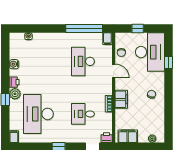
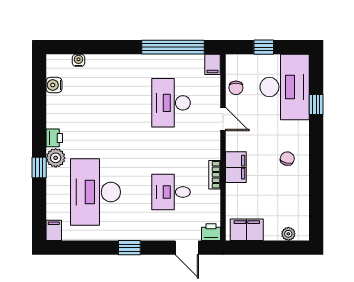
water cooler: (14, 64) -> (54, 85), moved

